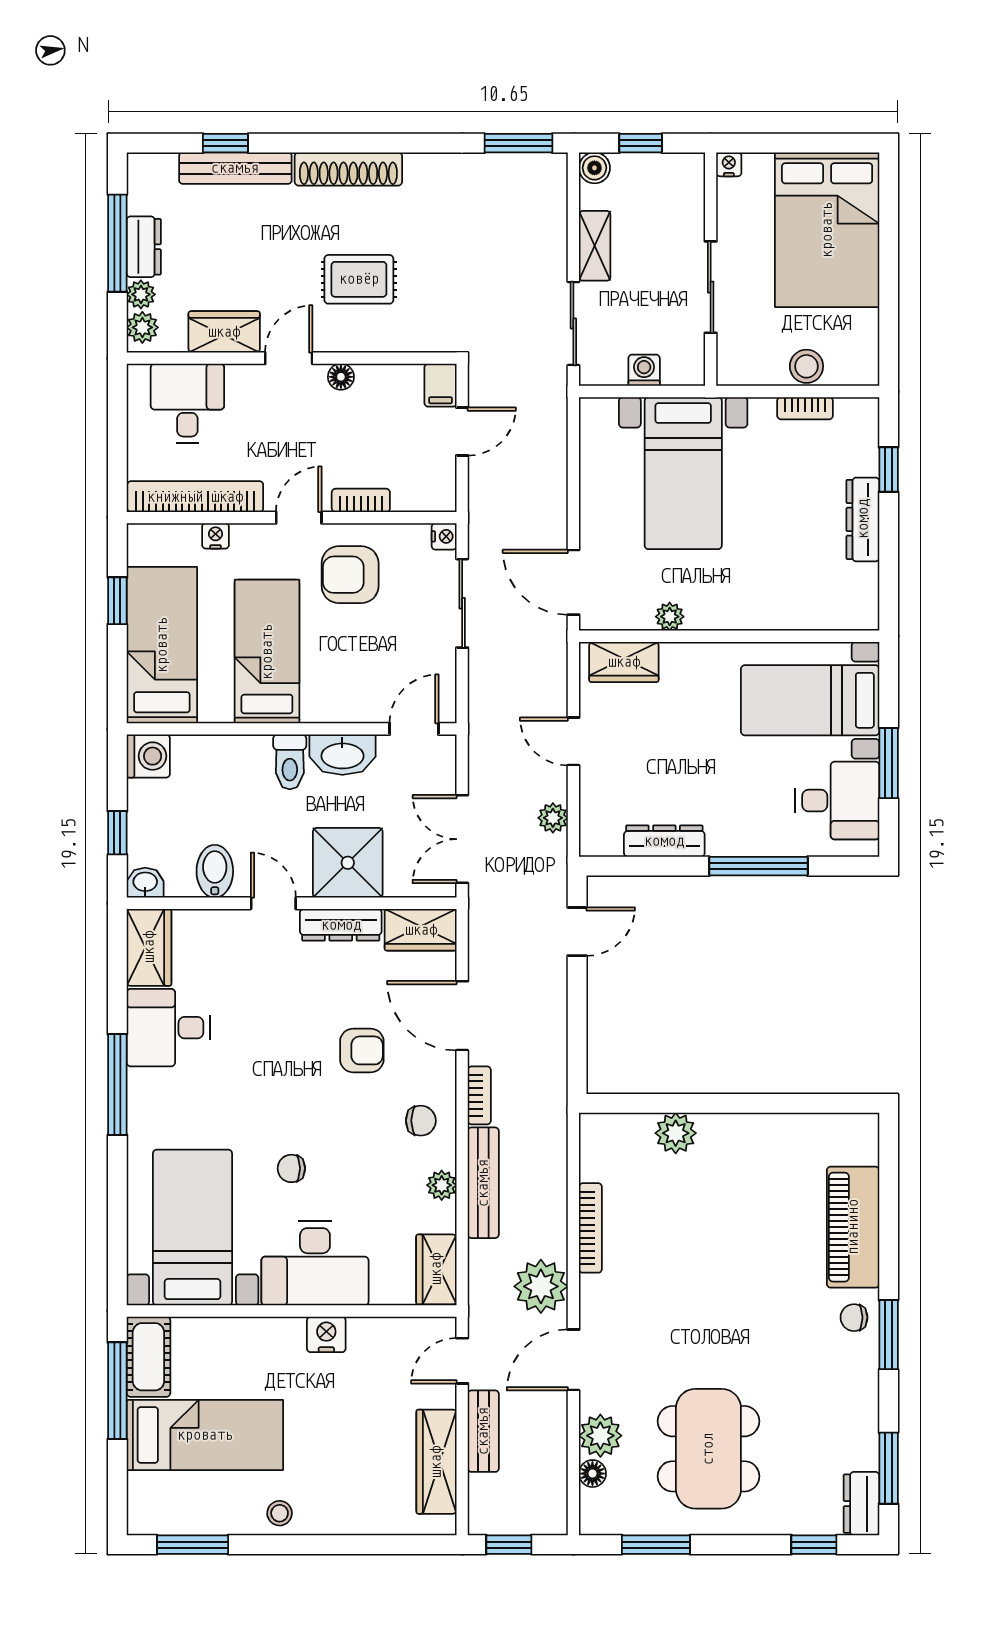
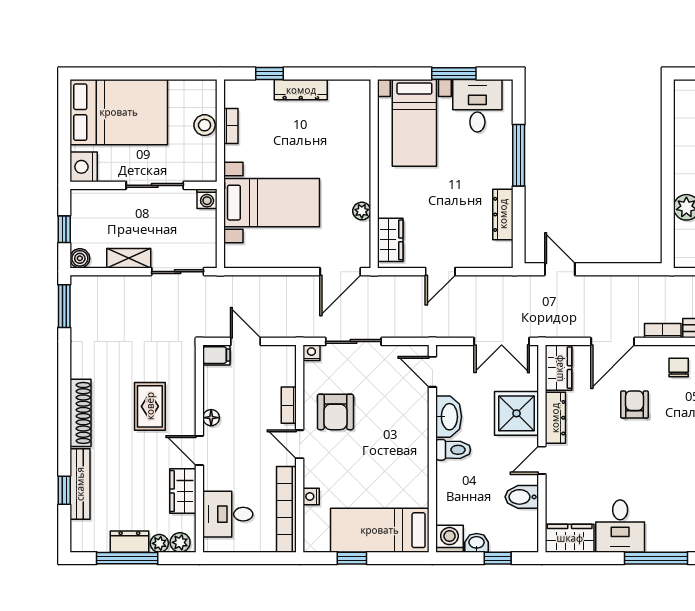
nightstand: (729, 164) -> (84, 167), width x1.89, depth x1.79
washing machine: (644, 370) -> (207, 199), moved, turned -90
bed: (267, 652) -> (384, 464), removed
plant: (553, 818) -> (488, 284), removed
washbasin: (145, 883) -> (477, 543), moved, turned 90

